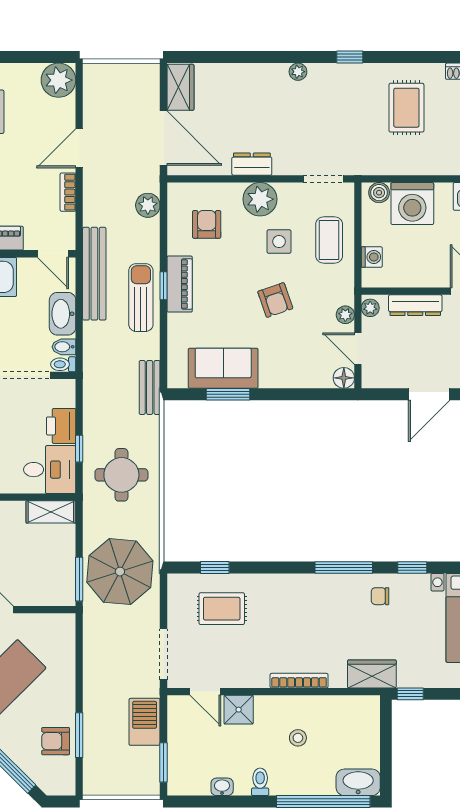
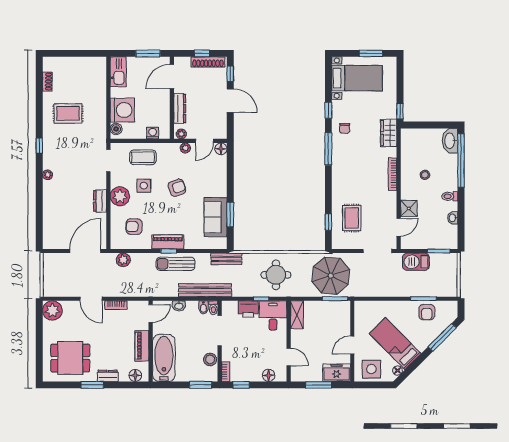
wardrobe: (180, 87) -> (56, 241), removed
bench: (94, 274) -> (205, 290), moved
washbasin: (63, 314) -> (179, 306), width x0.52, depth x0.69

